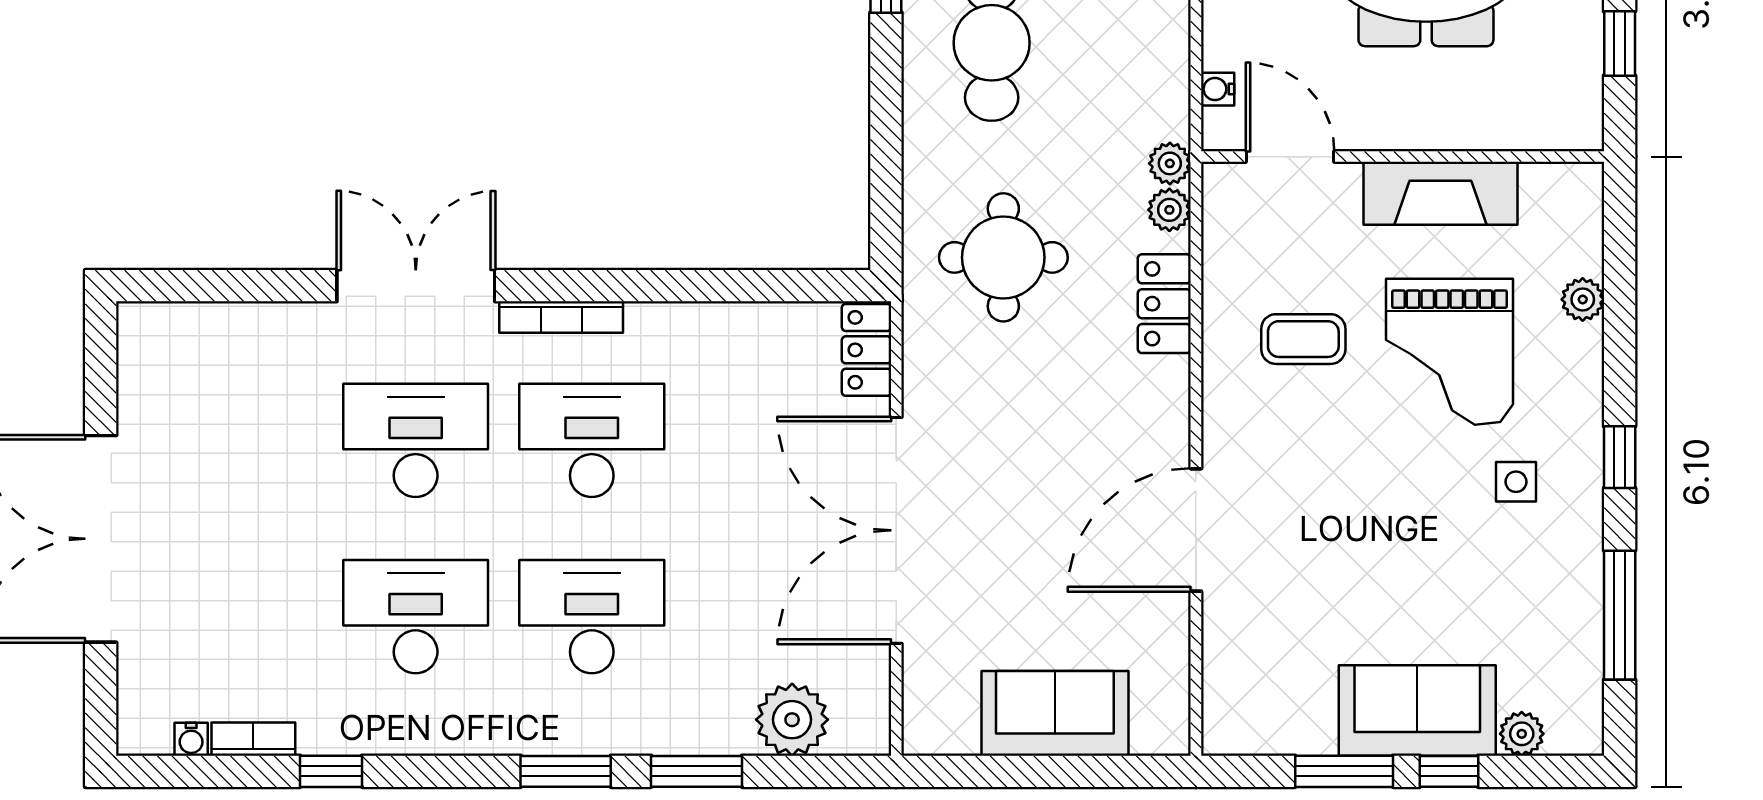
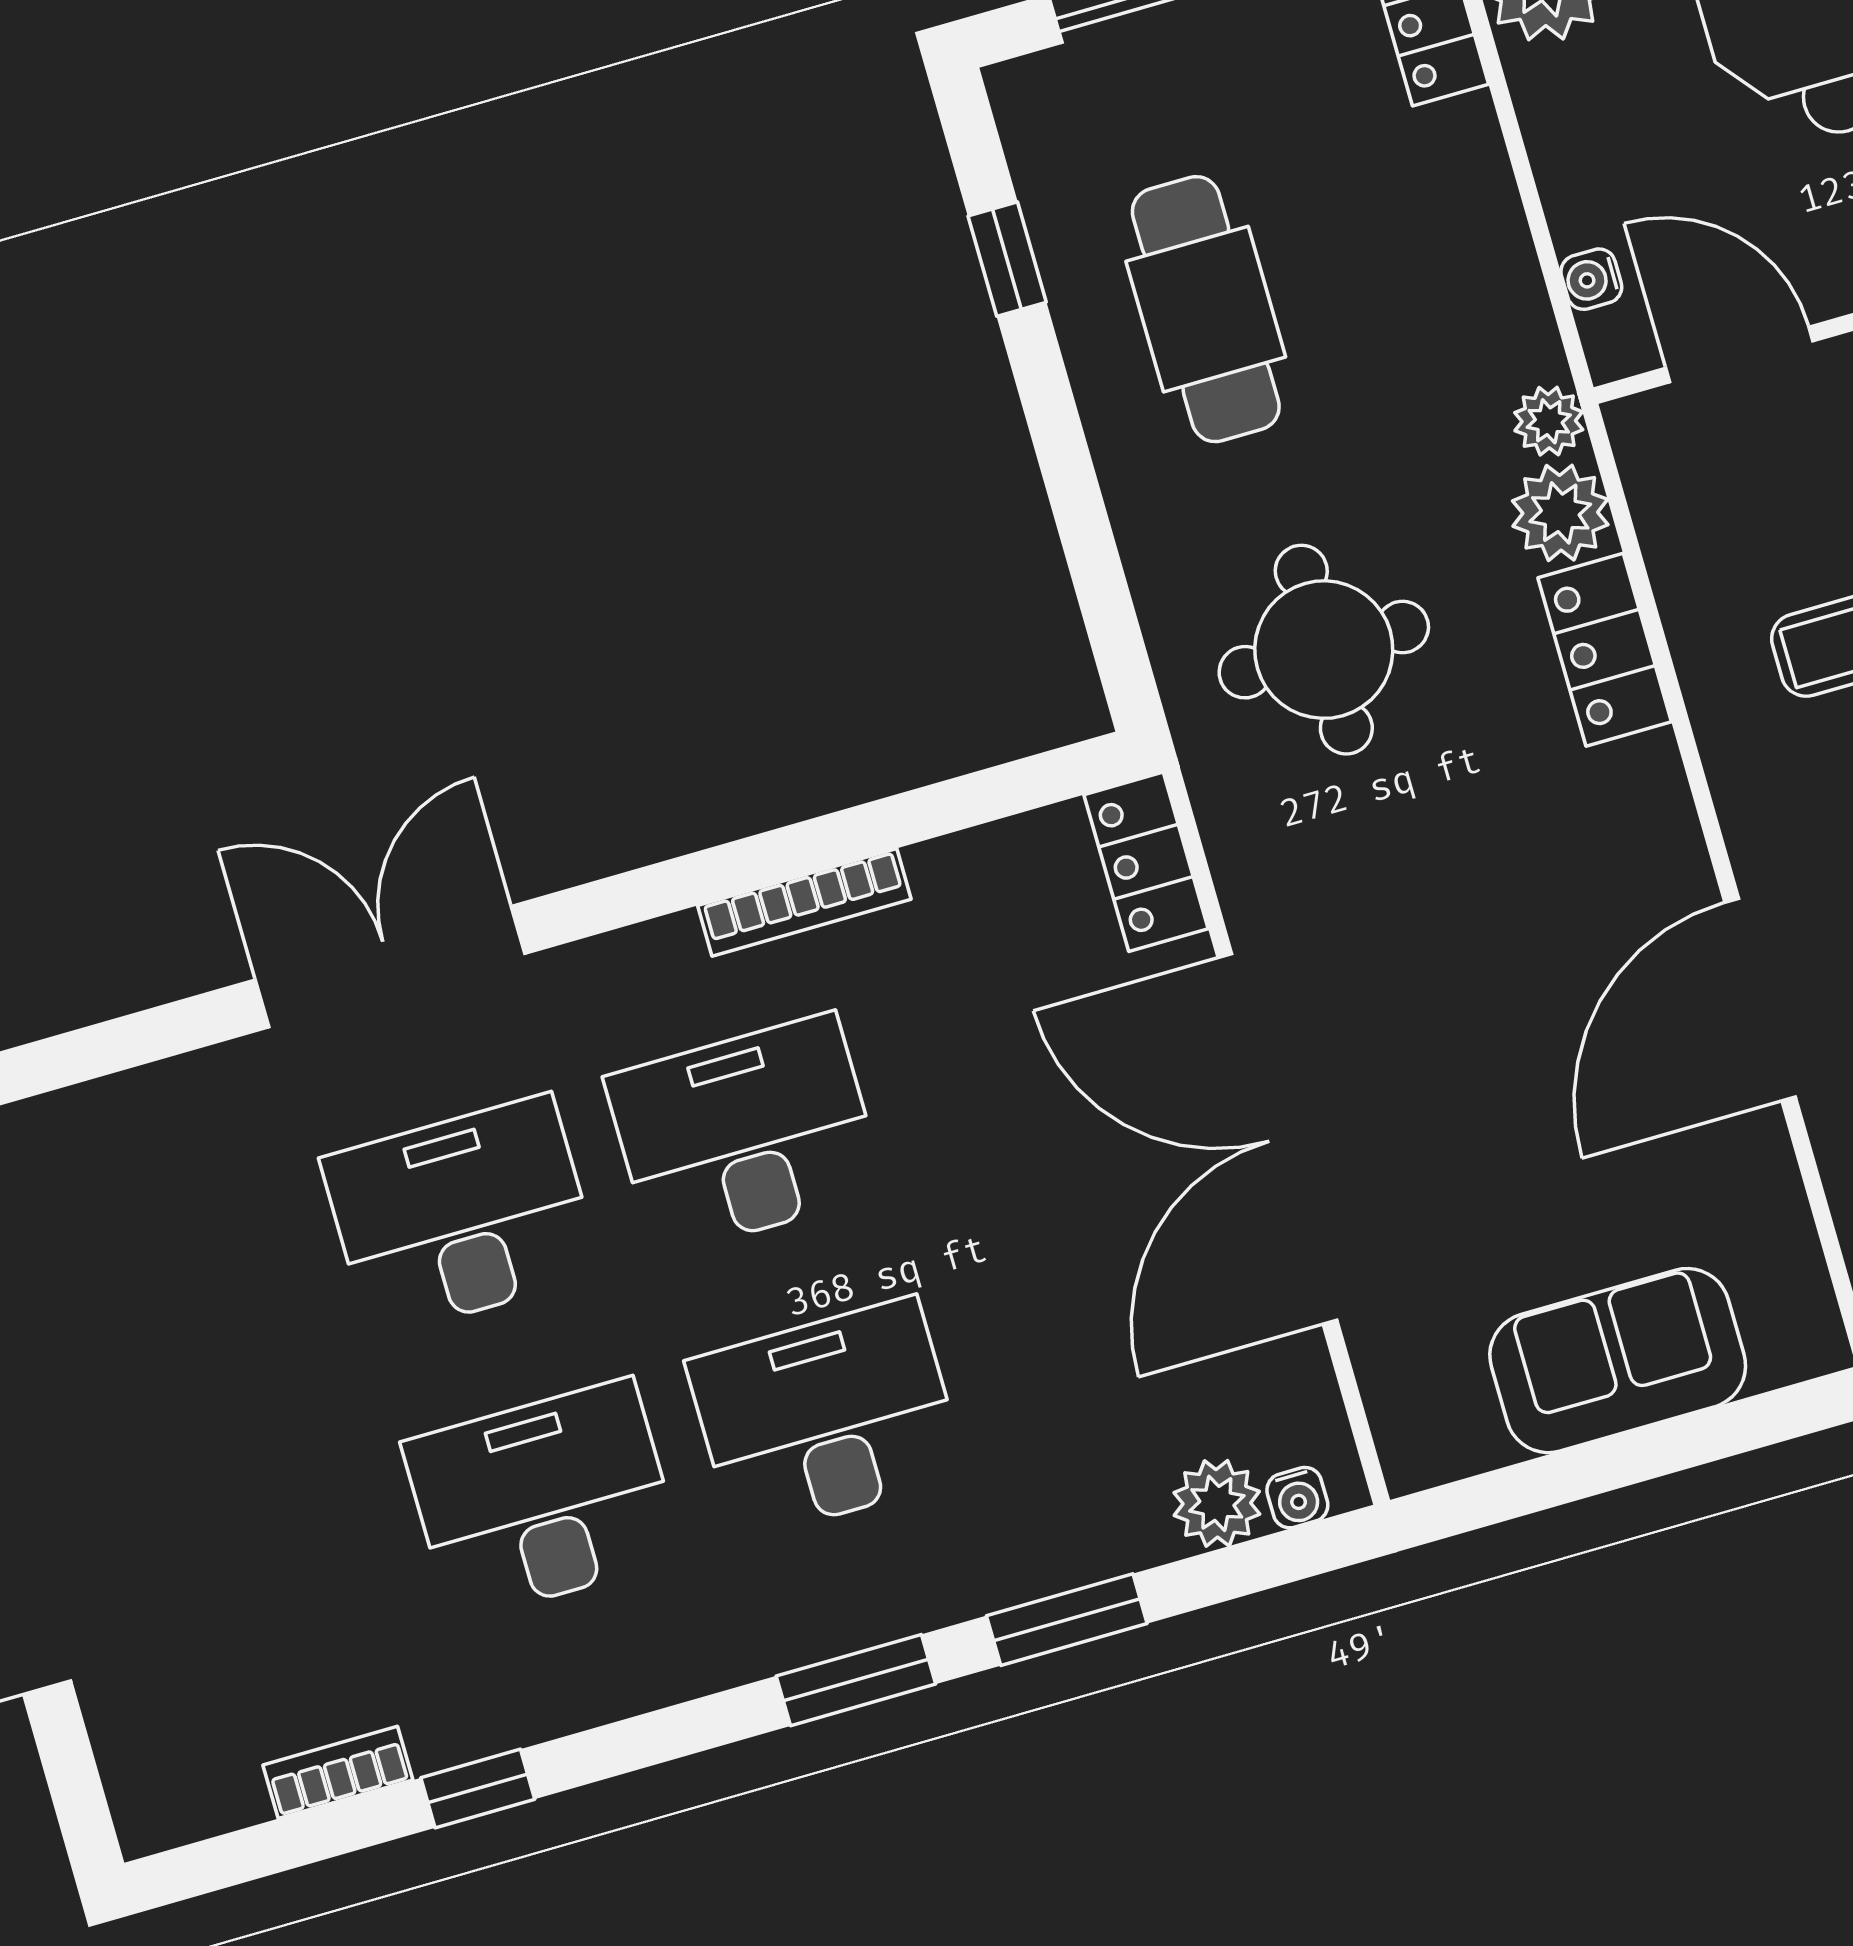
plant: (1169, 210) -> (1560, 513), width x1.38, depth x1.38
bookcase: (561, 317) -> (804, 902), moved
plant: (792, 720) -> (1217, 1503), width x0.73, depth x0.73
water cooler: (191, 739) -> (1297, 1498), moved

